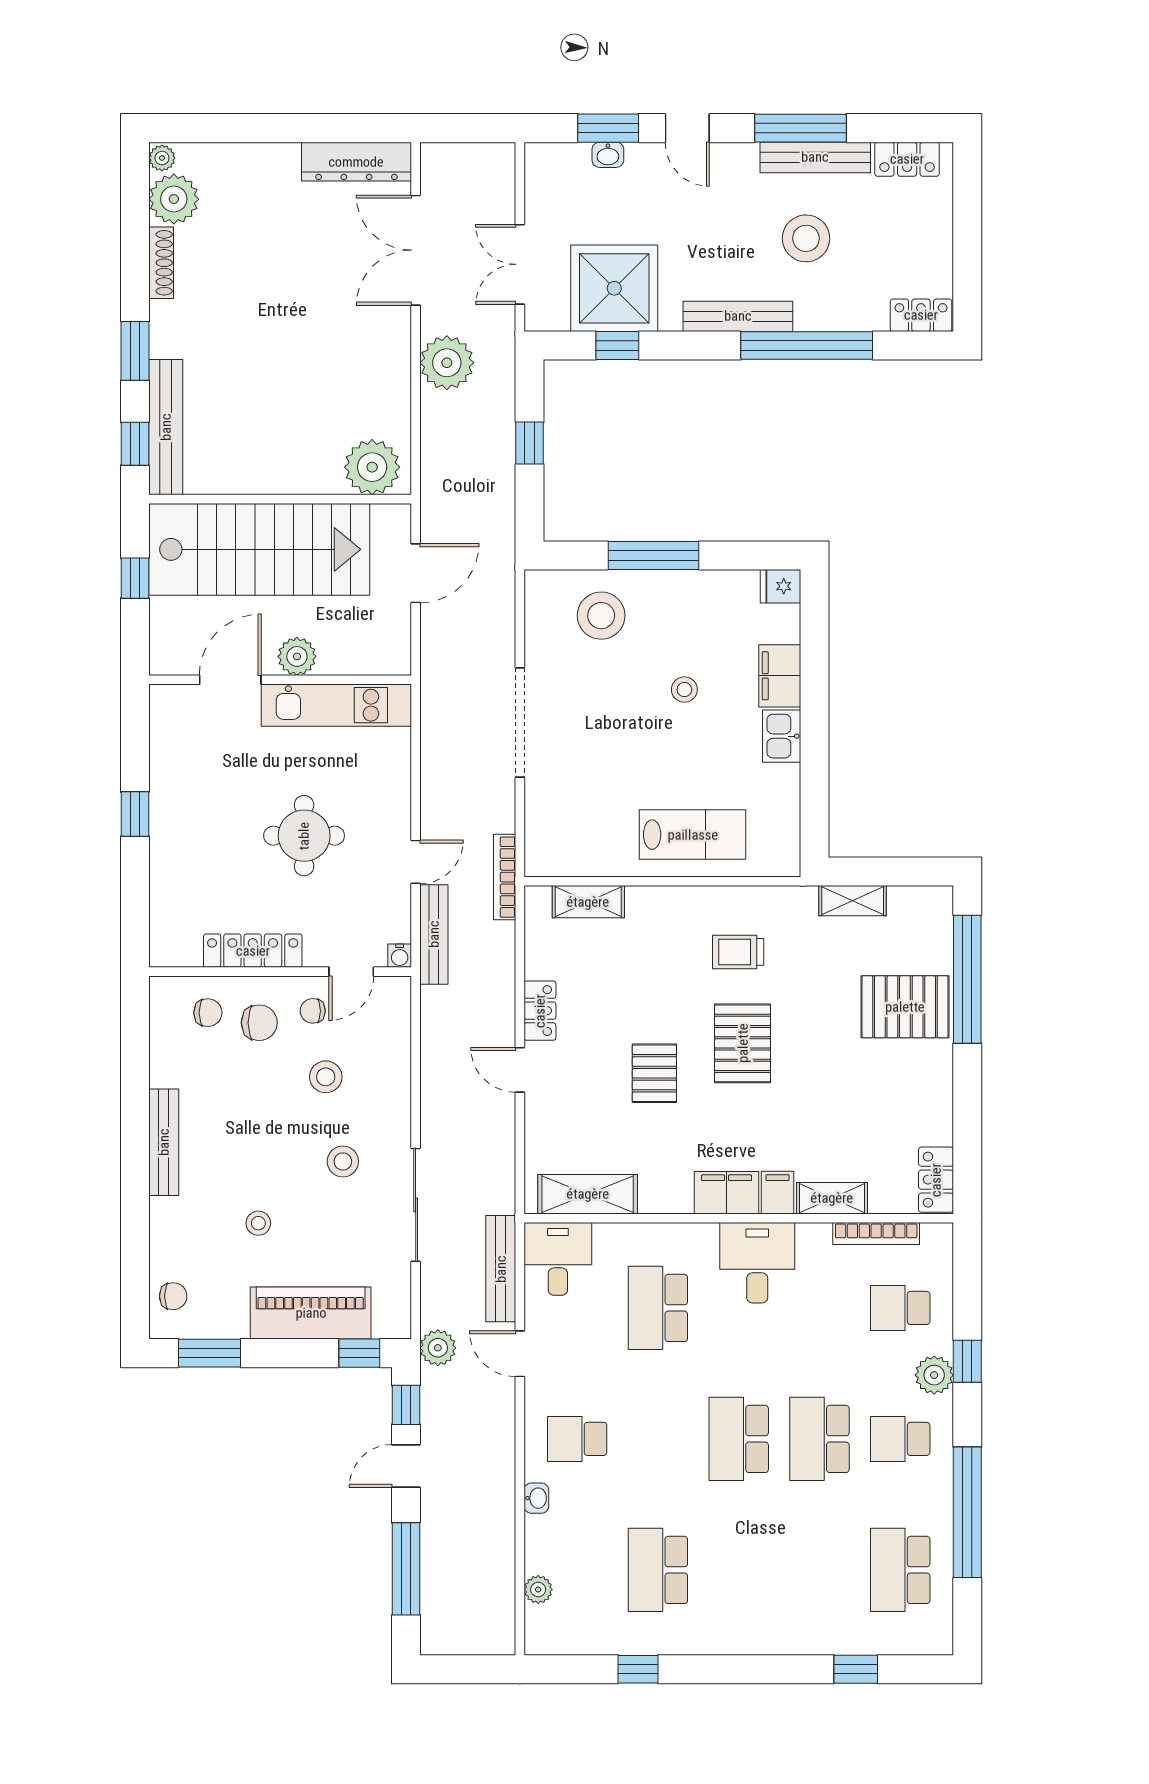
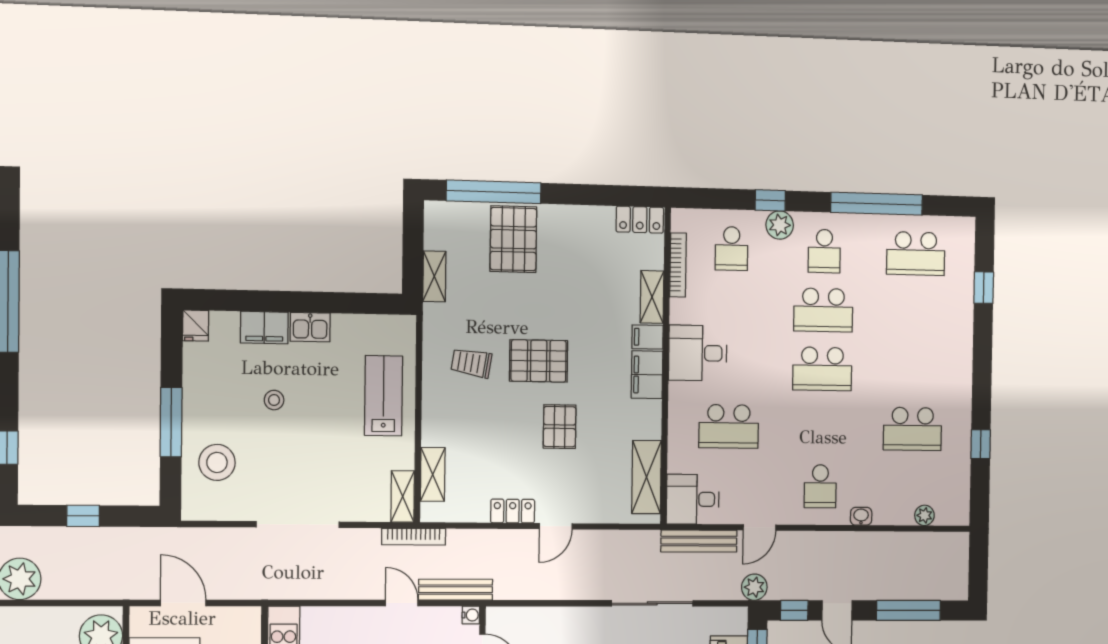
shelving: (558, 862) -> (403, 496), added
trolley: (738, 952) -> (471, 363), turned 99
pallet: (654, 1073) -> (560, 427), turned 90

